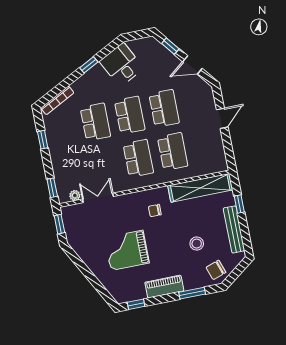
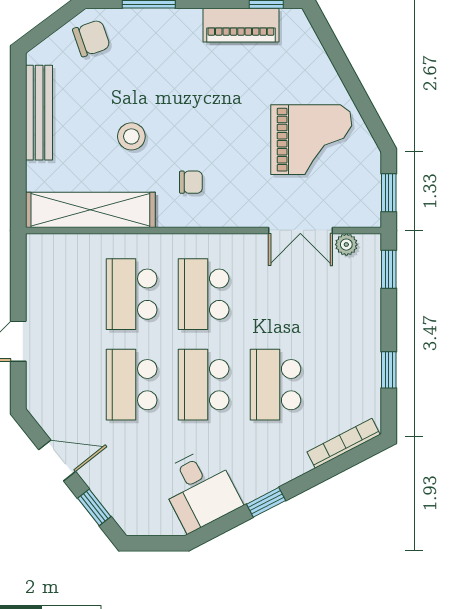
window: (239, 204) -> (18, 162), removed
stool: (197, 244) -> (131, 136), moved
grand piano: (127, 250) -> (311, 140), moved
piano: (164, 287) -> (241, 25), moved

